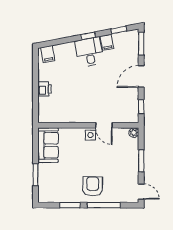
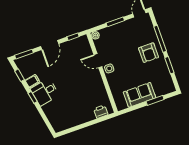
filing cabinet: (48, 54) -> (58, 124), removed
door: (141, 76) -> (50, 45), hinge flipped
printer: (44, 89) -> (101, 112), moved
door: (104, 125) -> (98, 61), swing flipped
sofa: (48, 145) -> (140, 95), moved
armchair: (93, 186) -> (149, 53), turned -90

